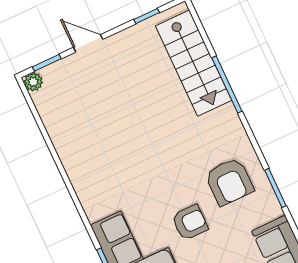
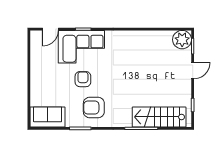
plant: (33, 82) -> (182, 40), width x1.88, depth x1.88
armchair: (190, 223) -> (83, 79), turned 180

